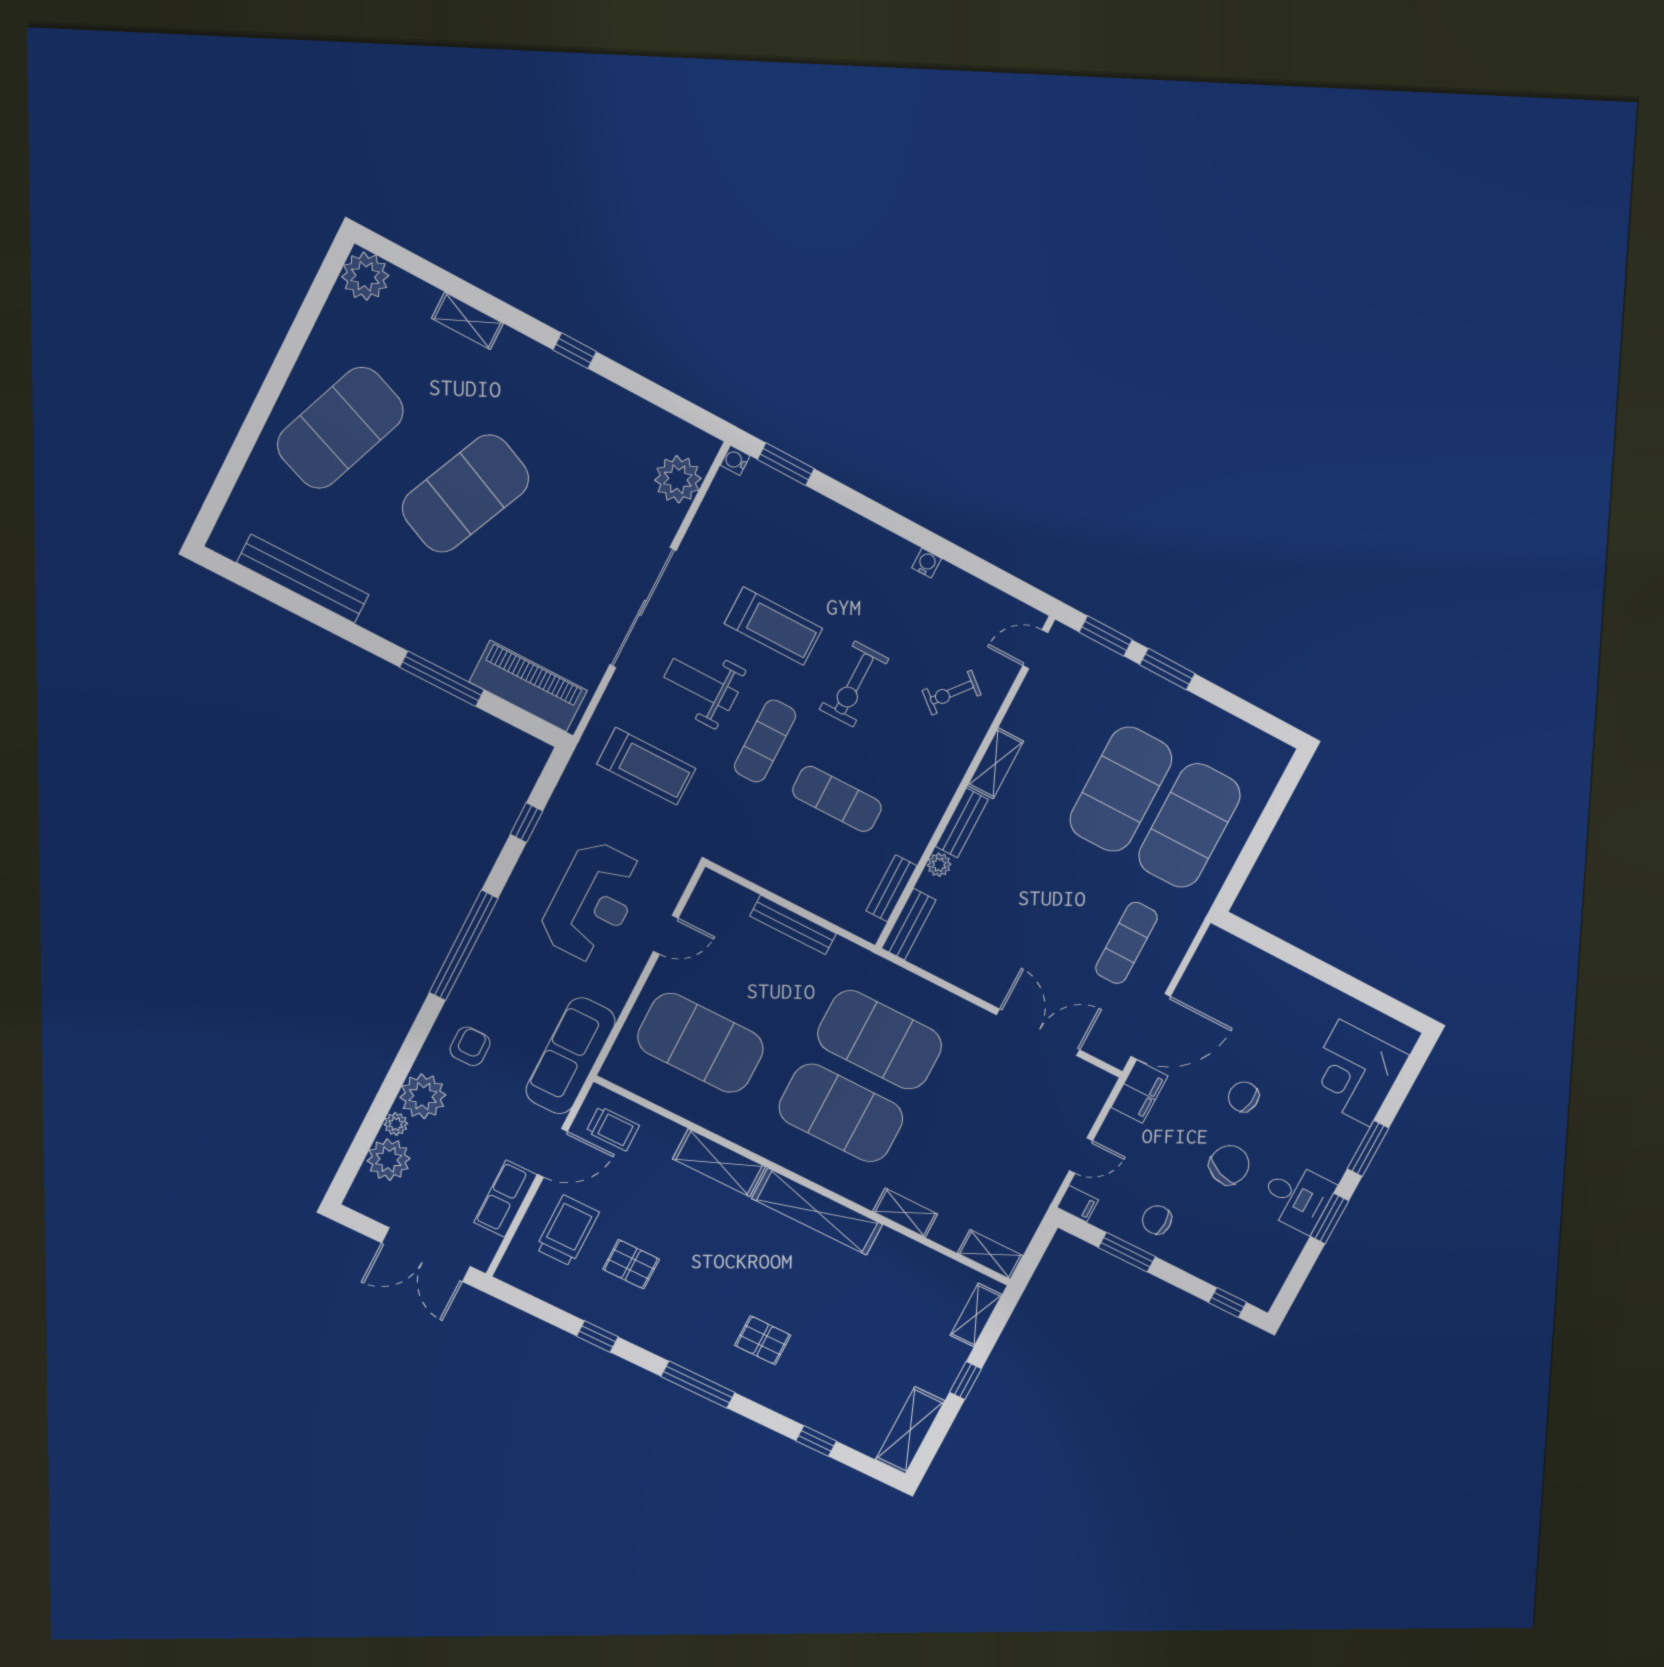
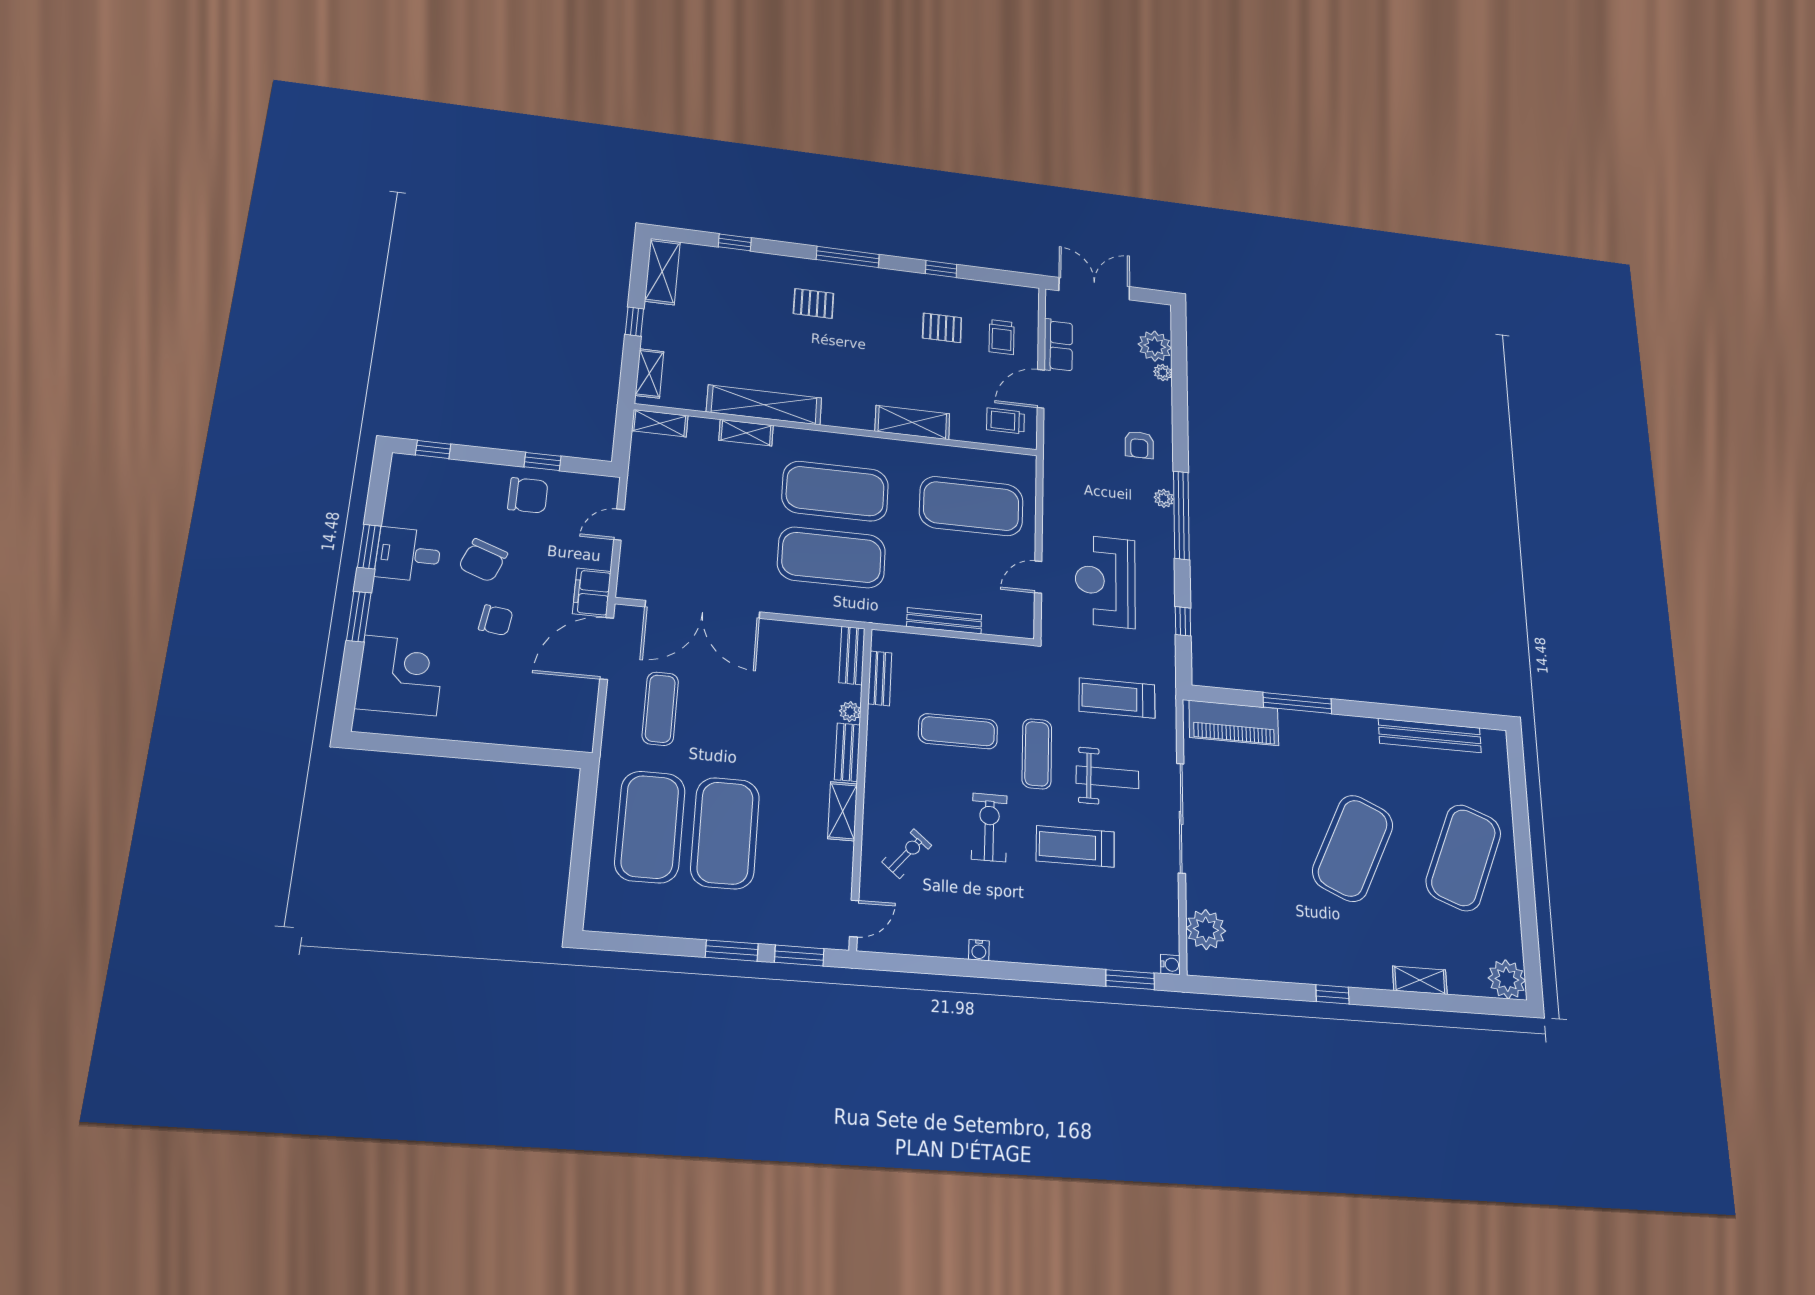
double door: (1038, 1032) -> (703, 609), width x1.36
sofa: (571, 1056) -> (1063, 463), removed
plant: (423, 1096) -> (1164, 498), moved, width x0.53, depth x0.53
filing cabinet: (1078, 1204) -> (604, 486), removed
shelving: (817, 1212) -> (764, 405), moved
chair: (1157, 1220) -> (528, 495), width x1.37, depth x1.37
trolley: (567, 1231) -> (1002, 337), width x0.73, depth x0.72
window: (1127, 1252) -> (543, 461), width x0.67

